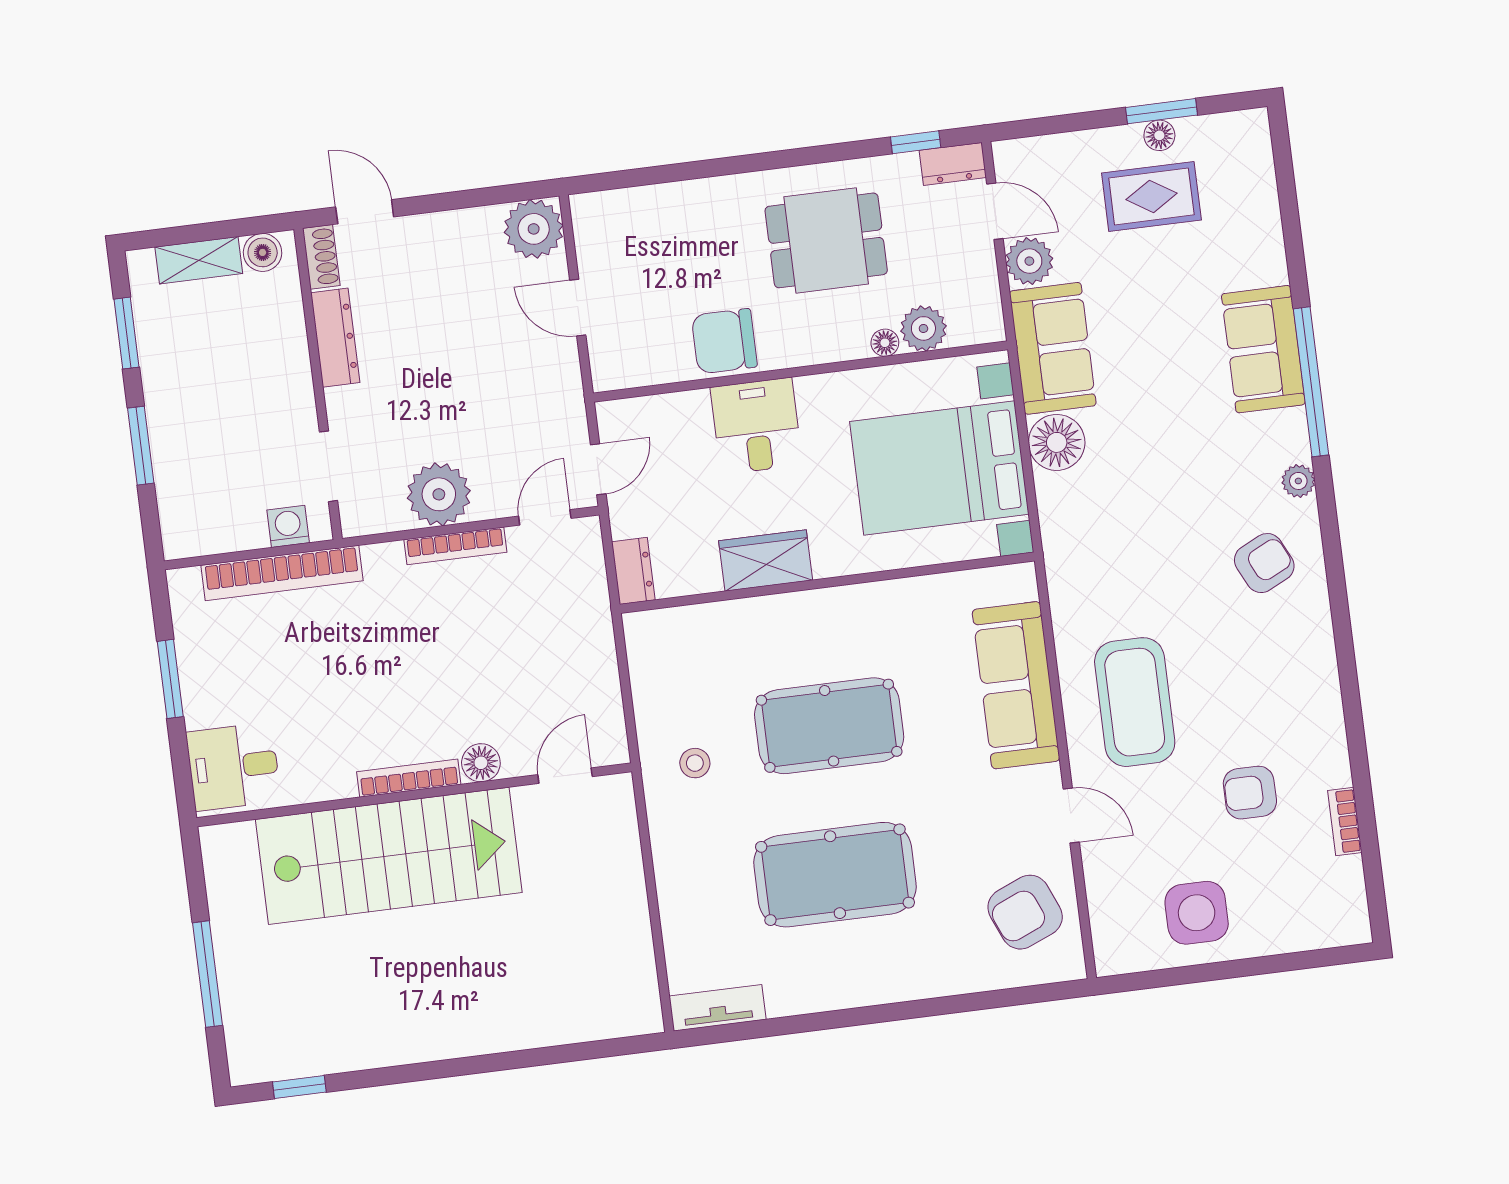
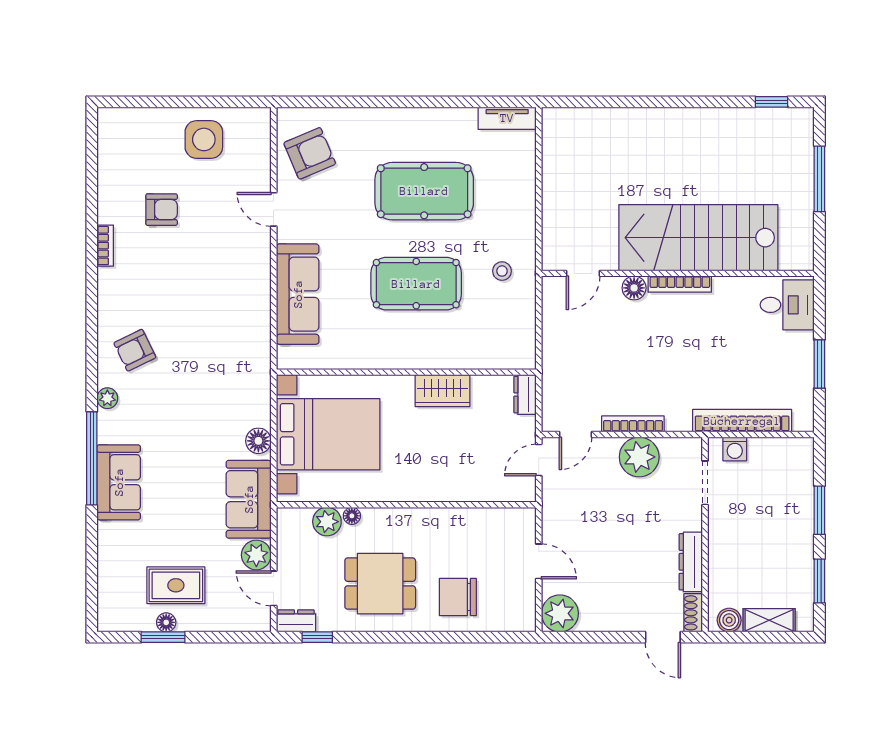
chair: (724, 341) -> (458, 597), moved, turned 180
desk: (756, 426) -> (438, 474), removed
floor lamp: (1057, 442) -> (258, 441), width x0.73, depth x0.73
coffee table: (1135, 702) -> (226, 274), removed
bookcase: (1345, 821) -> (105, 246), moved

